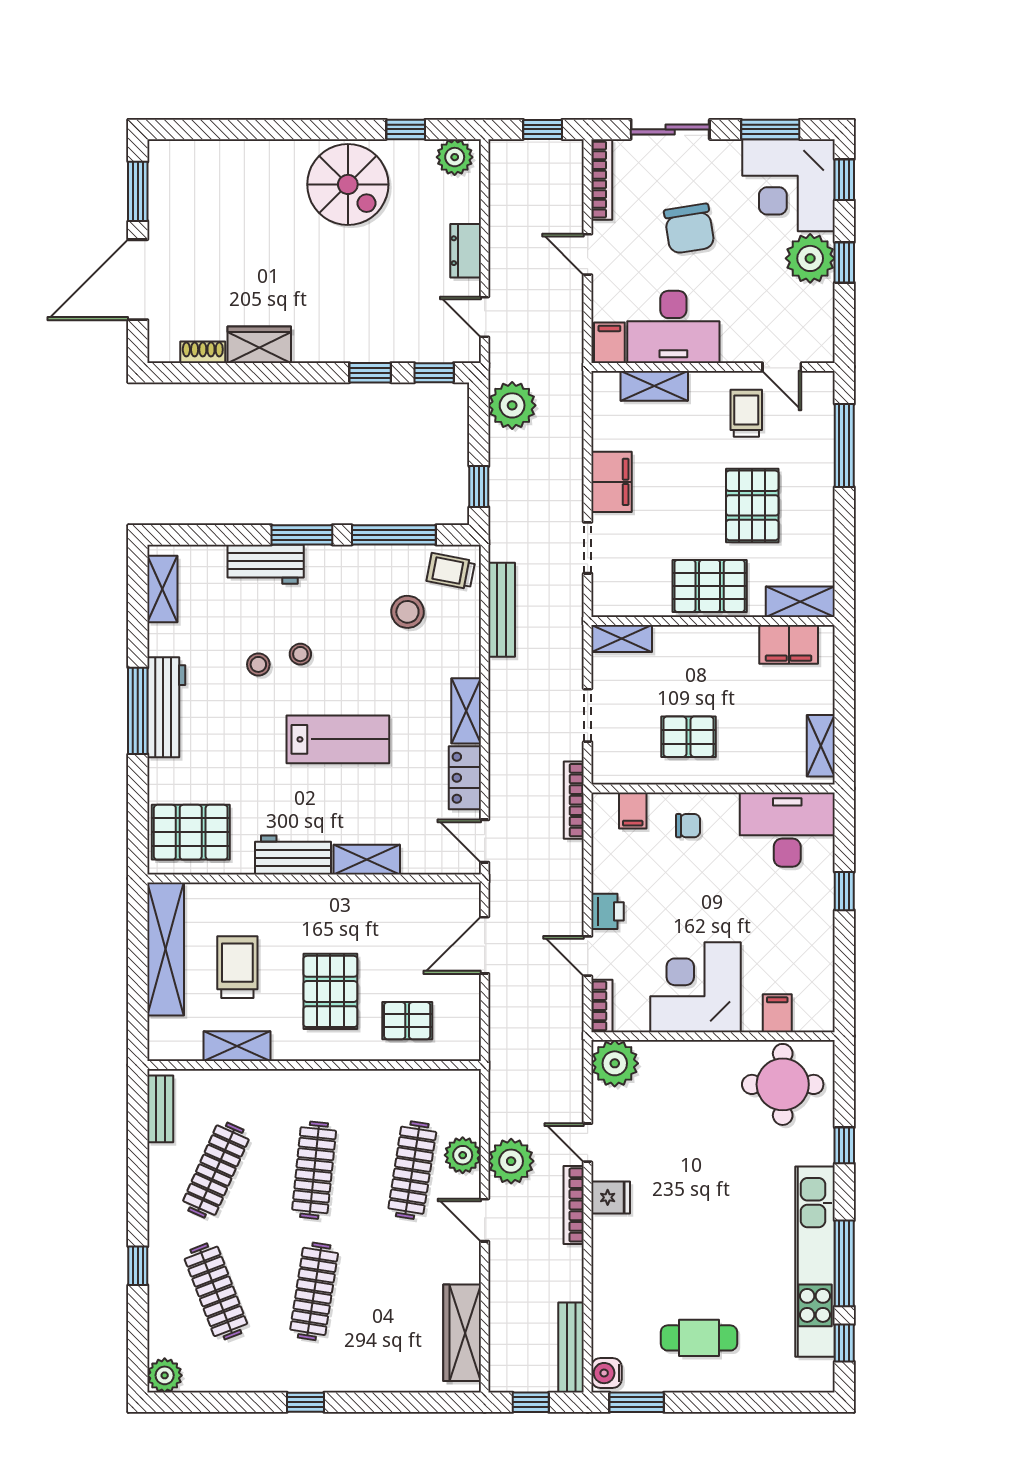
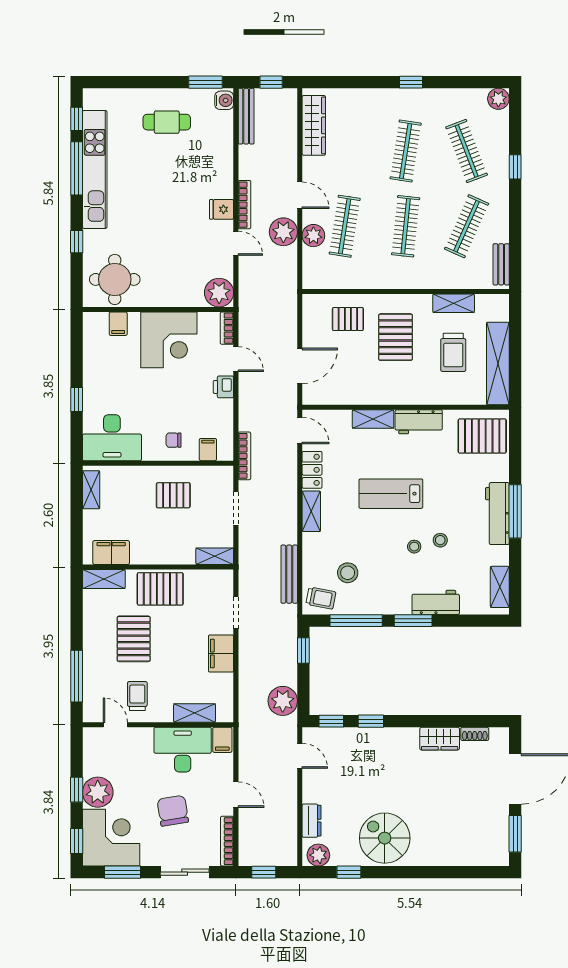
dresser: (466, 251) -> (312, 821), moved
trolley: (746, 413) -> (137, 696), turned 180

